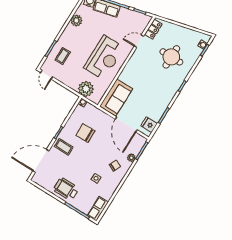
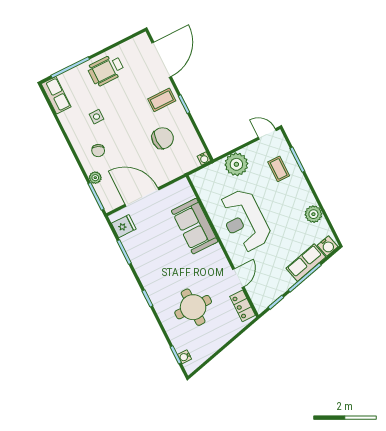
plant: (86, 89) -> (236, 164), moved
sofa: (116, 98) -> (195, 226), moved
wheelchair: (66, 189) -> (106, 70), turned 180

